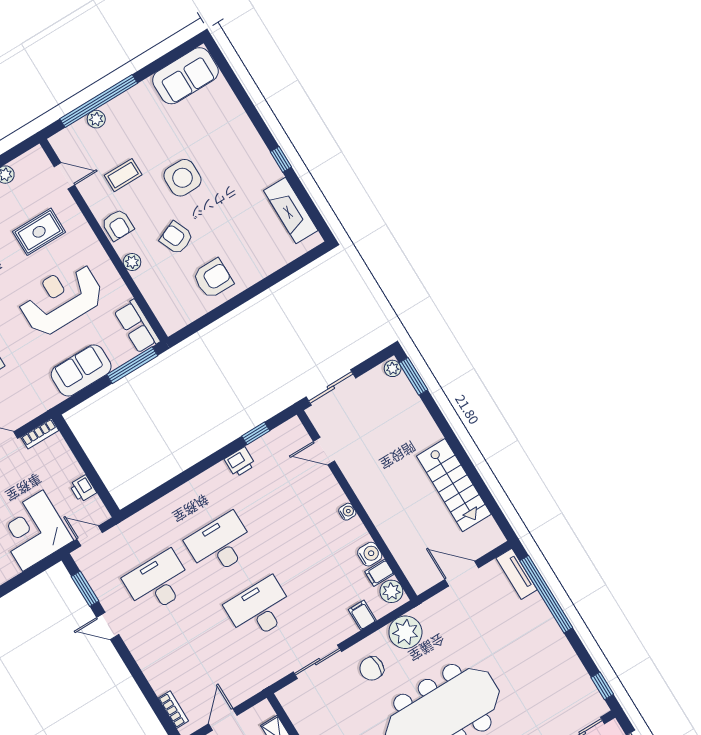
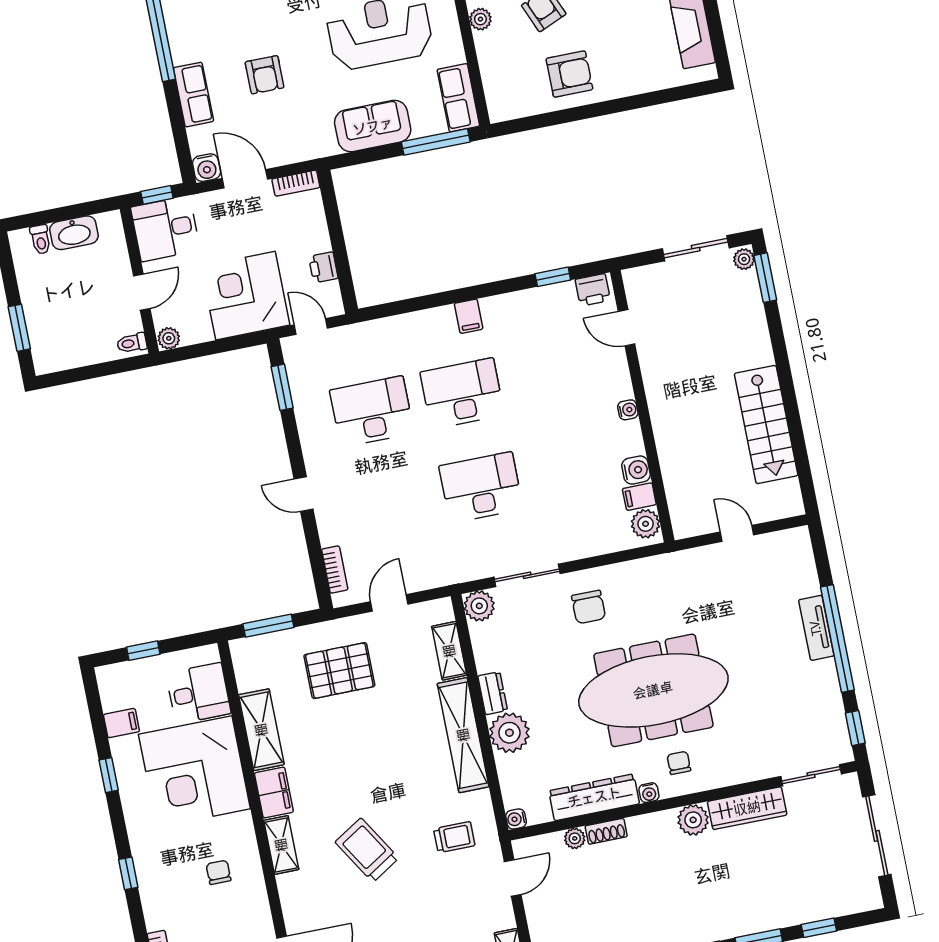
sliding door: (331, 387) -> (696, 248), moved
printer: (240, 462) -> (593, 290), moved
door: (462, 574) -> (737, 533), width x0.73
tv unit: (517, 574) -> (816, 628), moved
window: (546, 594) -> (837, 639), moved
filing cabinet: (362, 615) -> (469, 316), moved, turned 180
door: (108, 626) -> (304, 494), moved
plant: (405, 632) -> (479, 606), moved, width x0.73, depth x0.73
chair: (372, 669) -> (589, 607), turned -90

